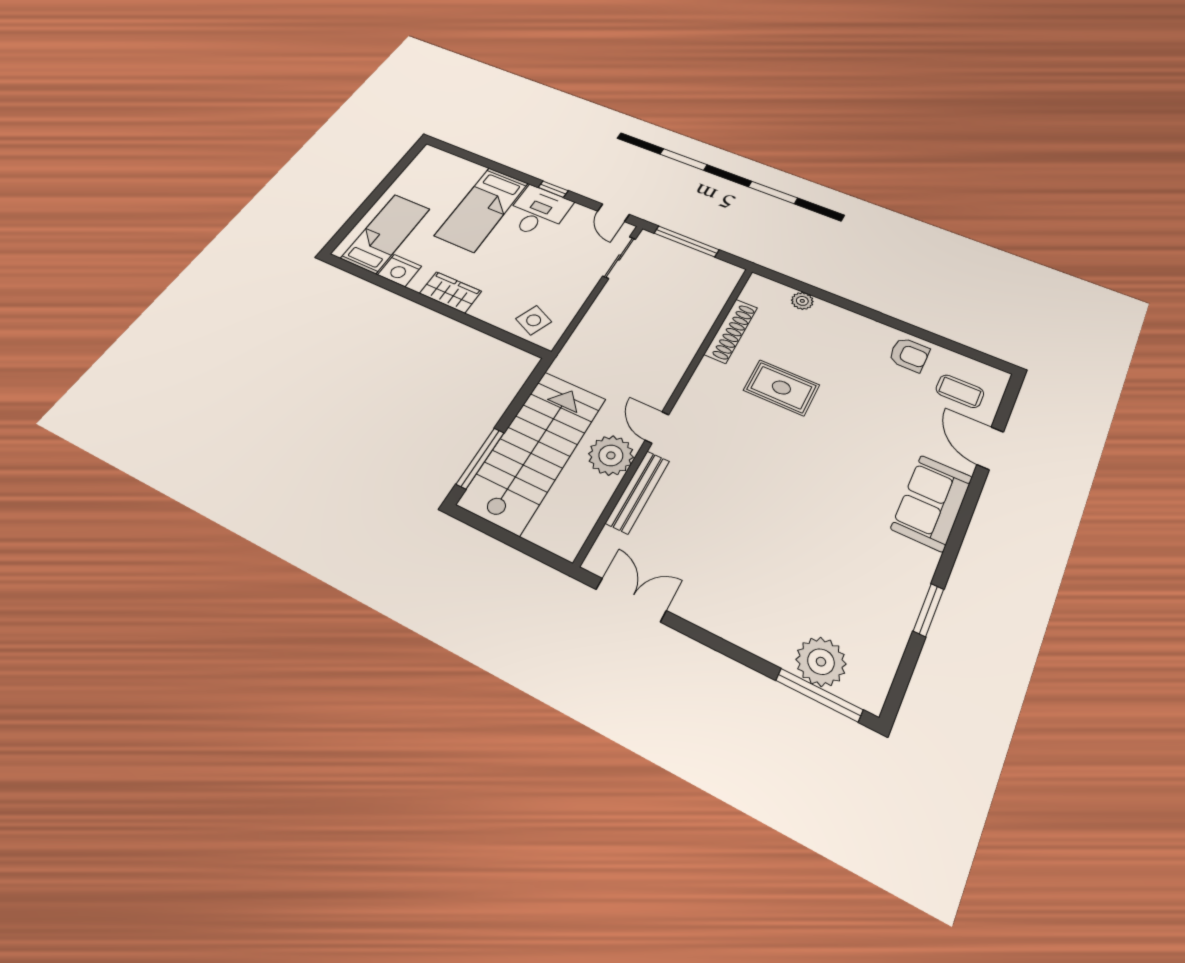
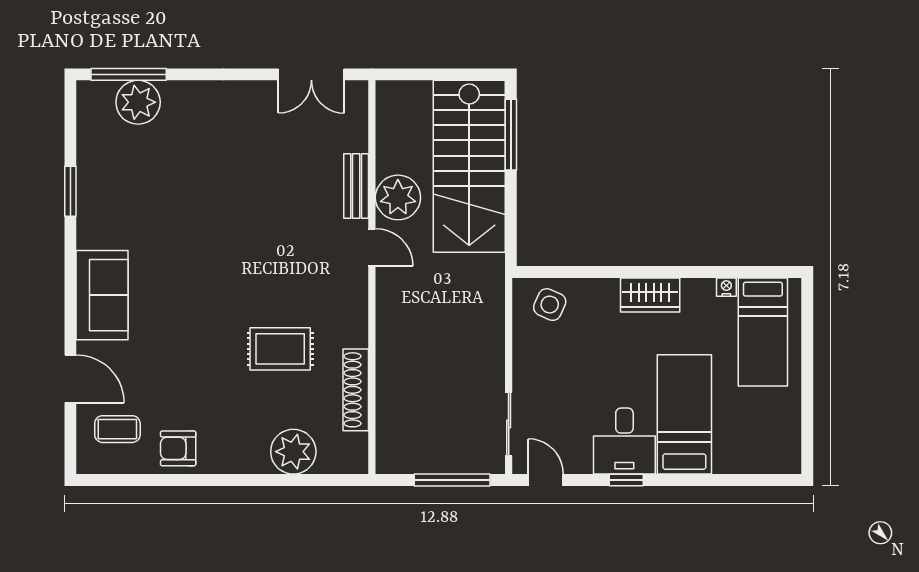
nightstand: (399, 270) -> (726, 287), width x0.53, depth x0.56
plant: (802, 301) -> (293, 452), width x1.87, depth x1.87
bench: (638, 492) -> (356, 186), width x0.73

